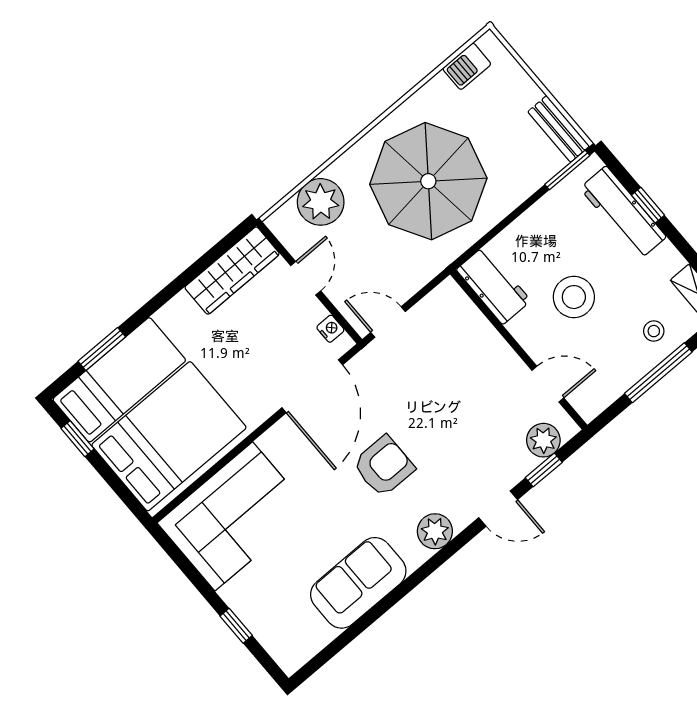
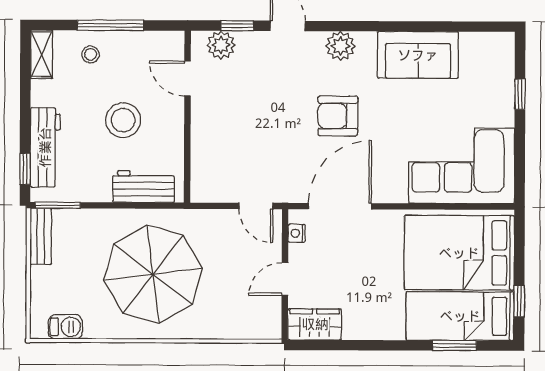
plant: (321, 202) -> (233, 320), removed
window: (648, 205) -> (25, 169), moved
wardrobe: (232, 271) -> (315, 324), width x0.67
workbench: (493, 285) -> (144, 187), moved, turned 90

